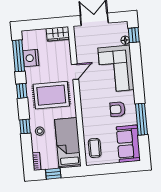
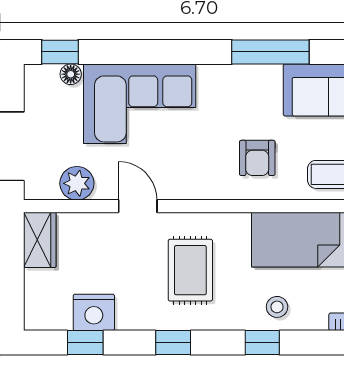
plant: (82, 47) -> (77, 183), added
window: (18, 56) -> (85, 343), width x0.46
rug: (51, 95) -> (190, 270), width x0.73, depth x0.70
armchair: (118, 109) -> (257, 158), moved

